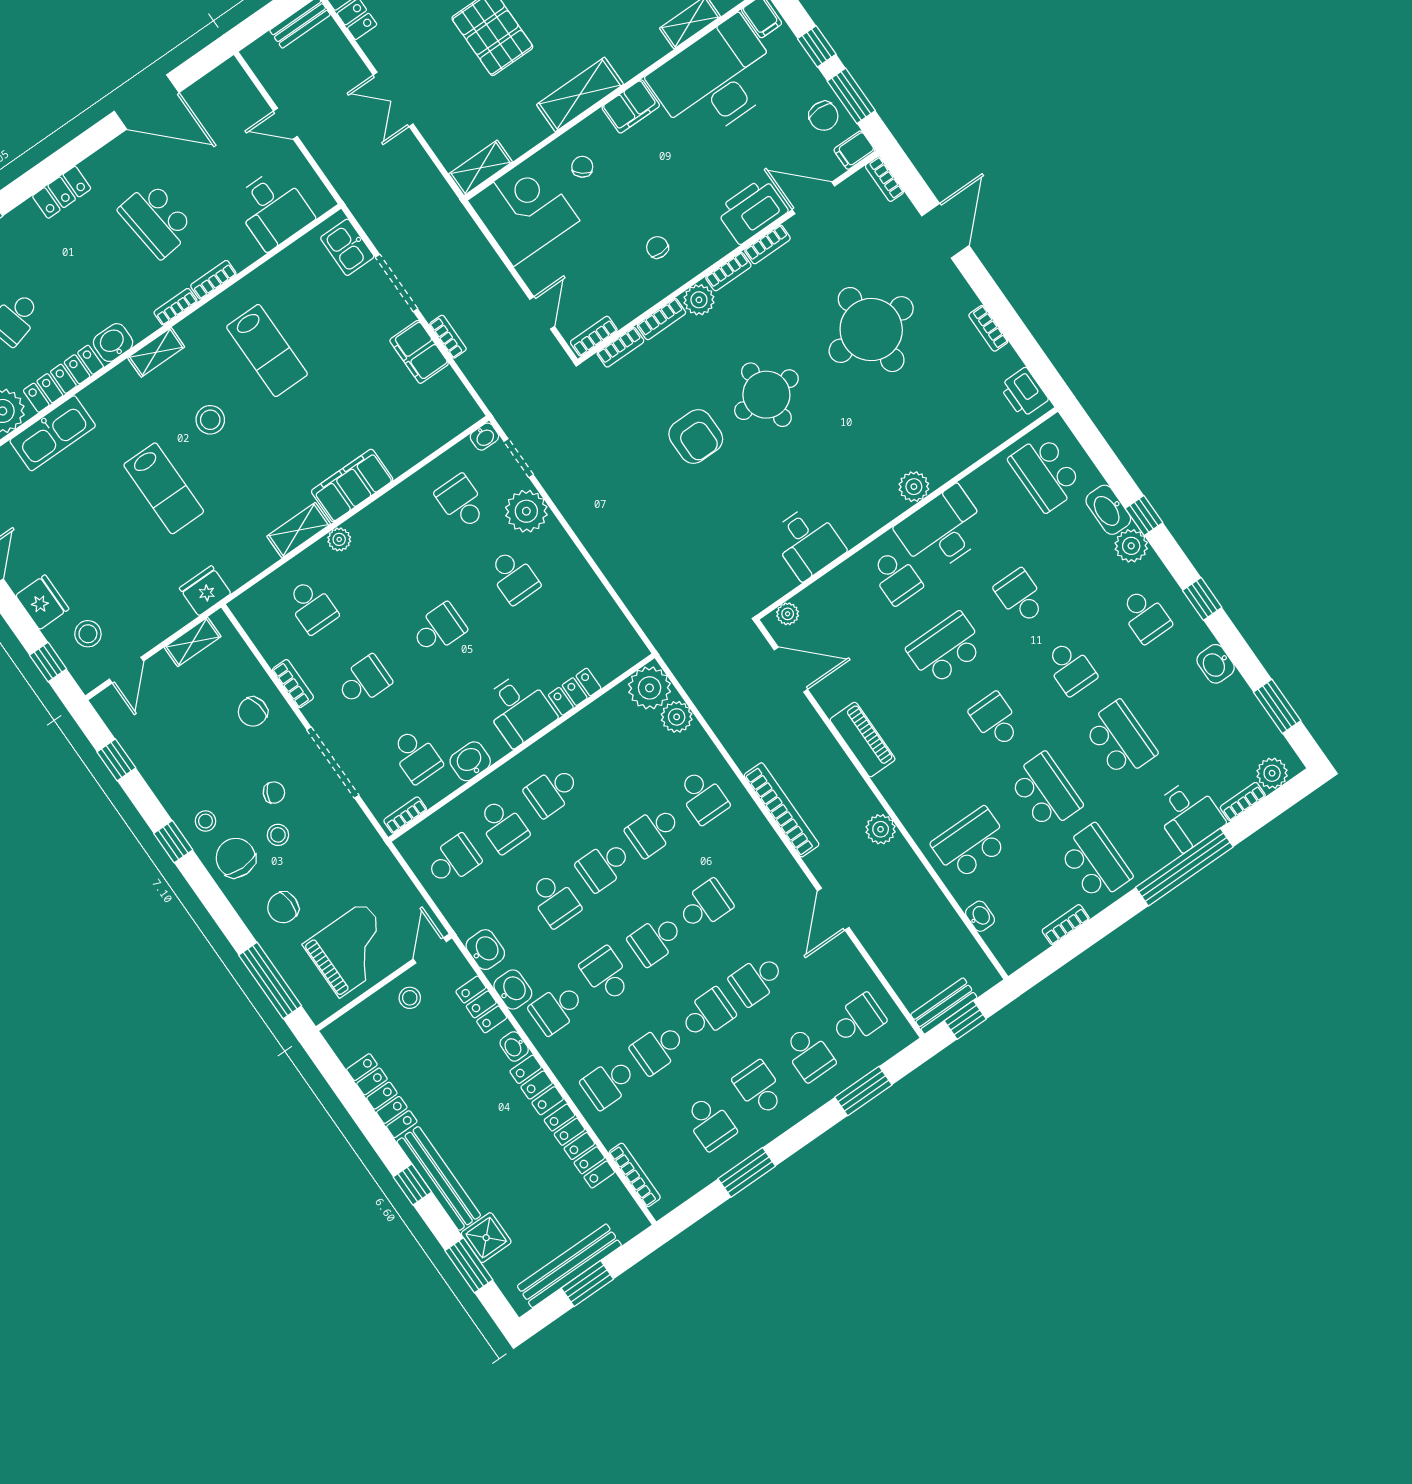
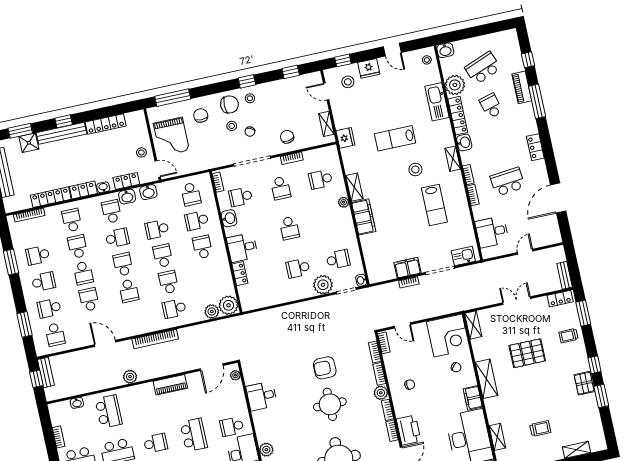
lab bench: (267, 351) -> (434, 205), turned -90

